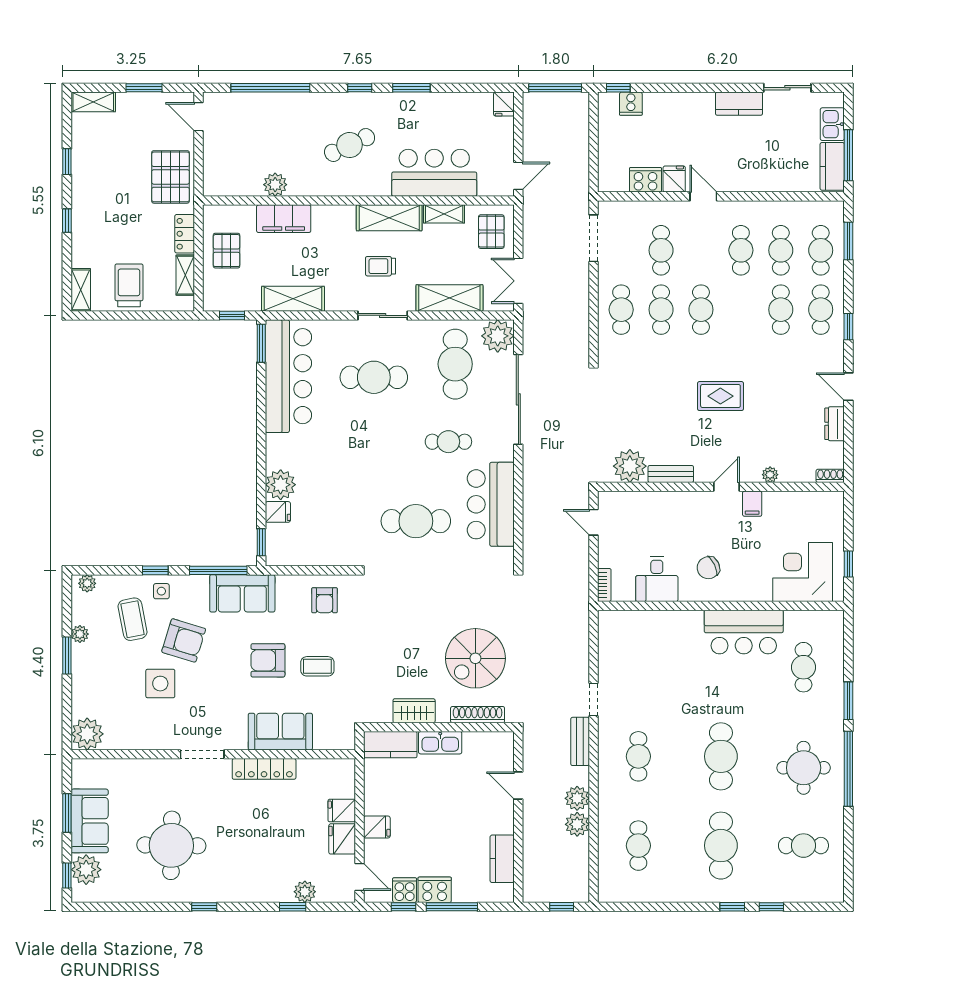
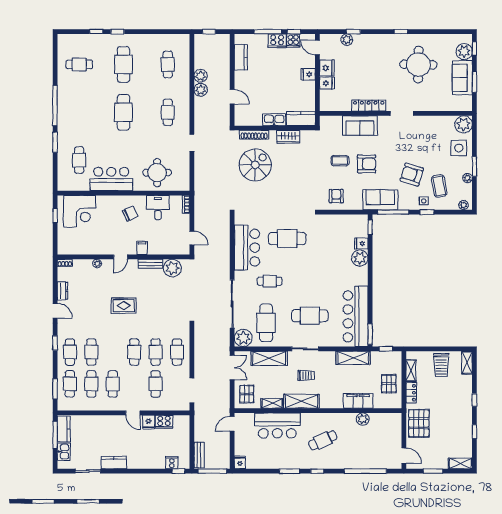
filing cabinet: (752, 504) -> (142, 248), moved
side table: (160, 684) -> (459, 148), moved
bench: (580, 741) -> (199, 455), moved
round table: (804, 768) -> (157, 173), moved

